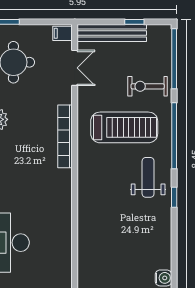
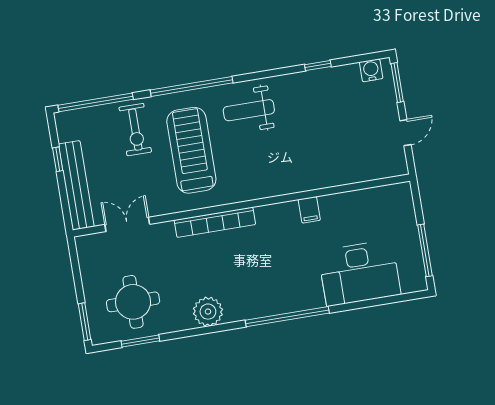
filing cabinet: (63, 33) -> (309, 210), moved
window: (174, 197) -> (318, 66), moved

